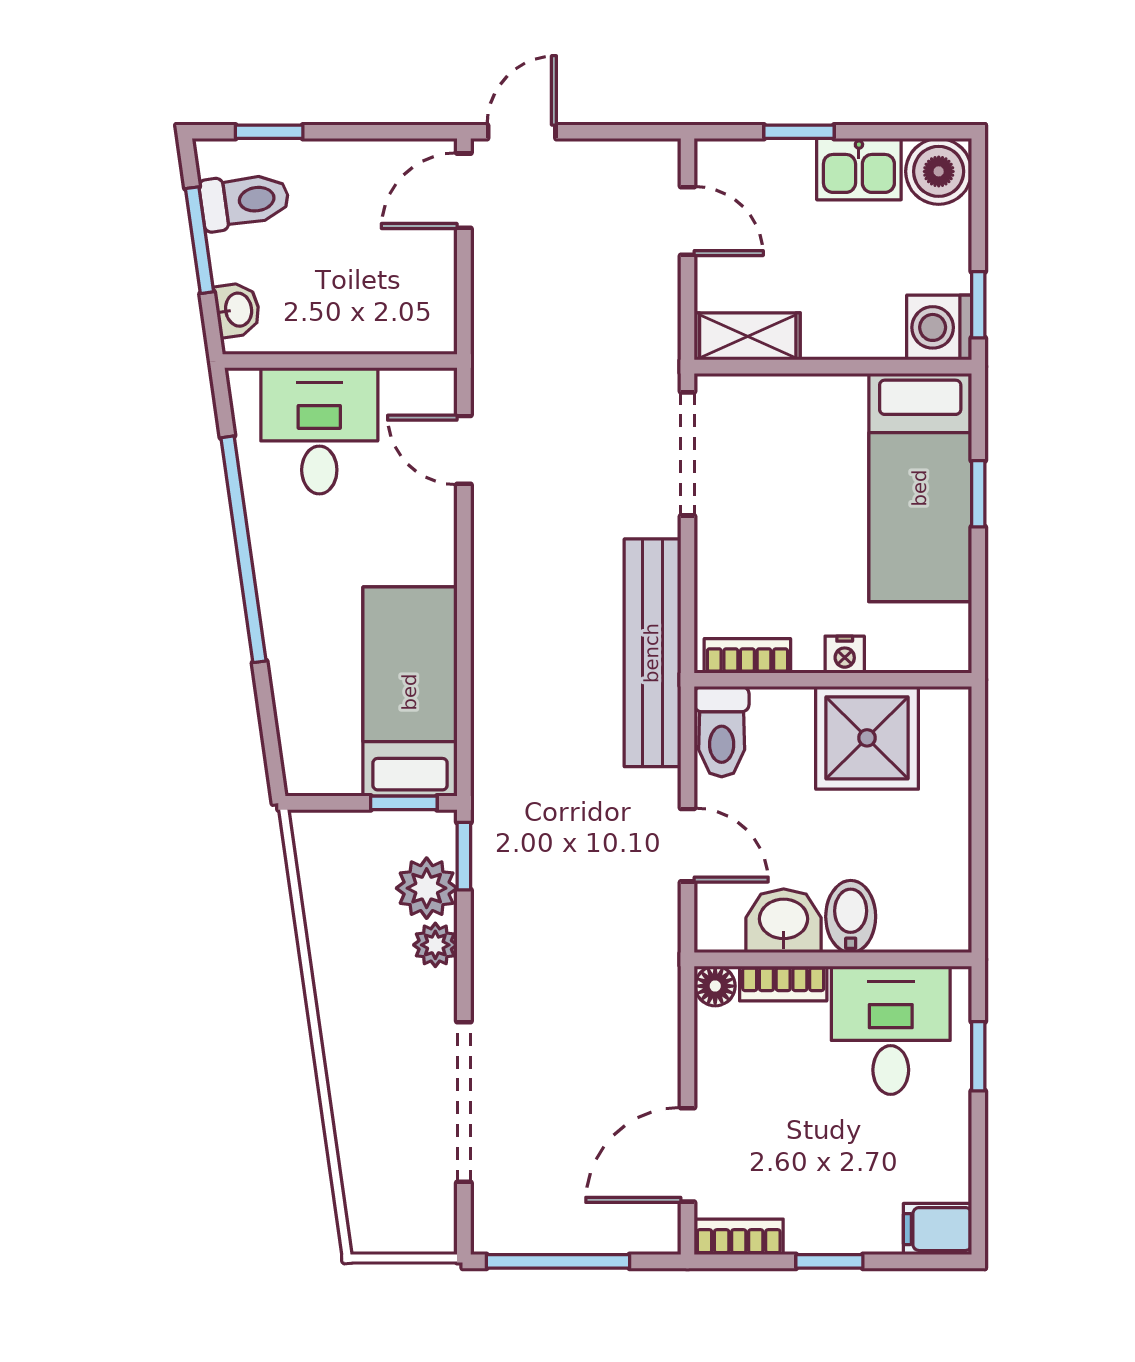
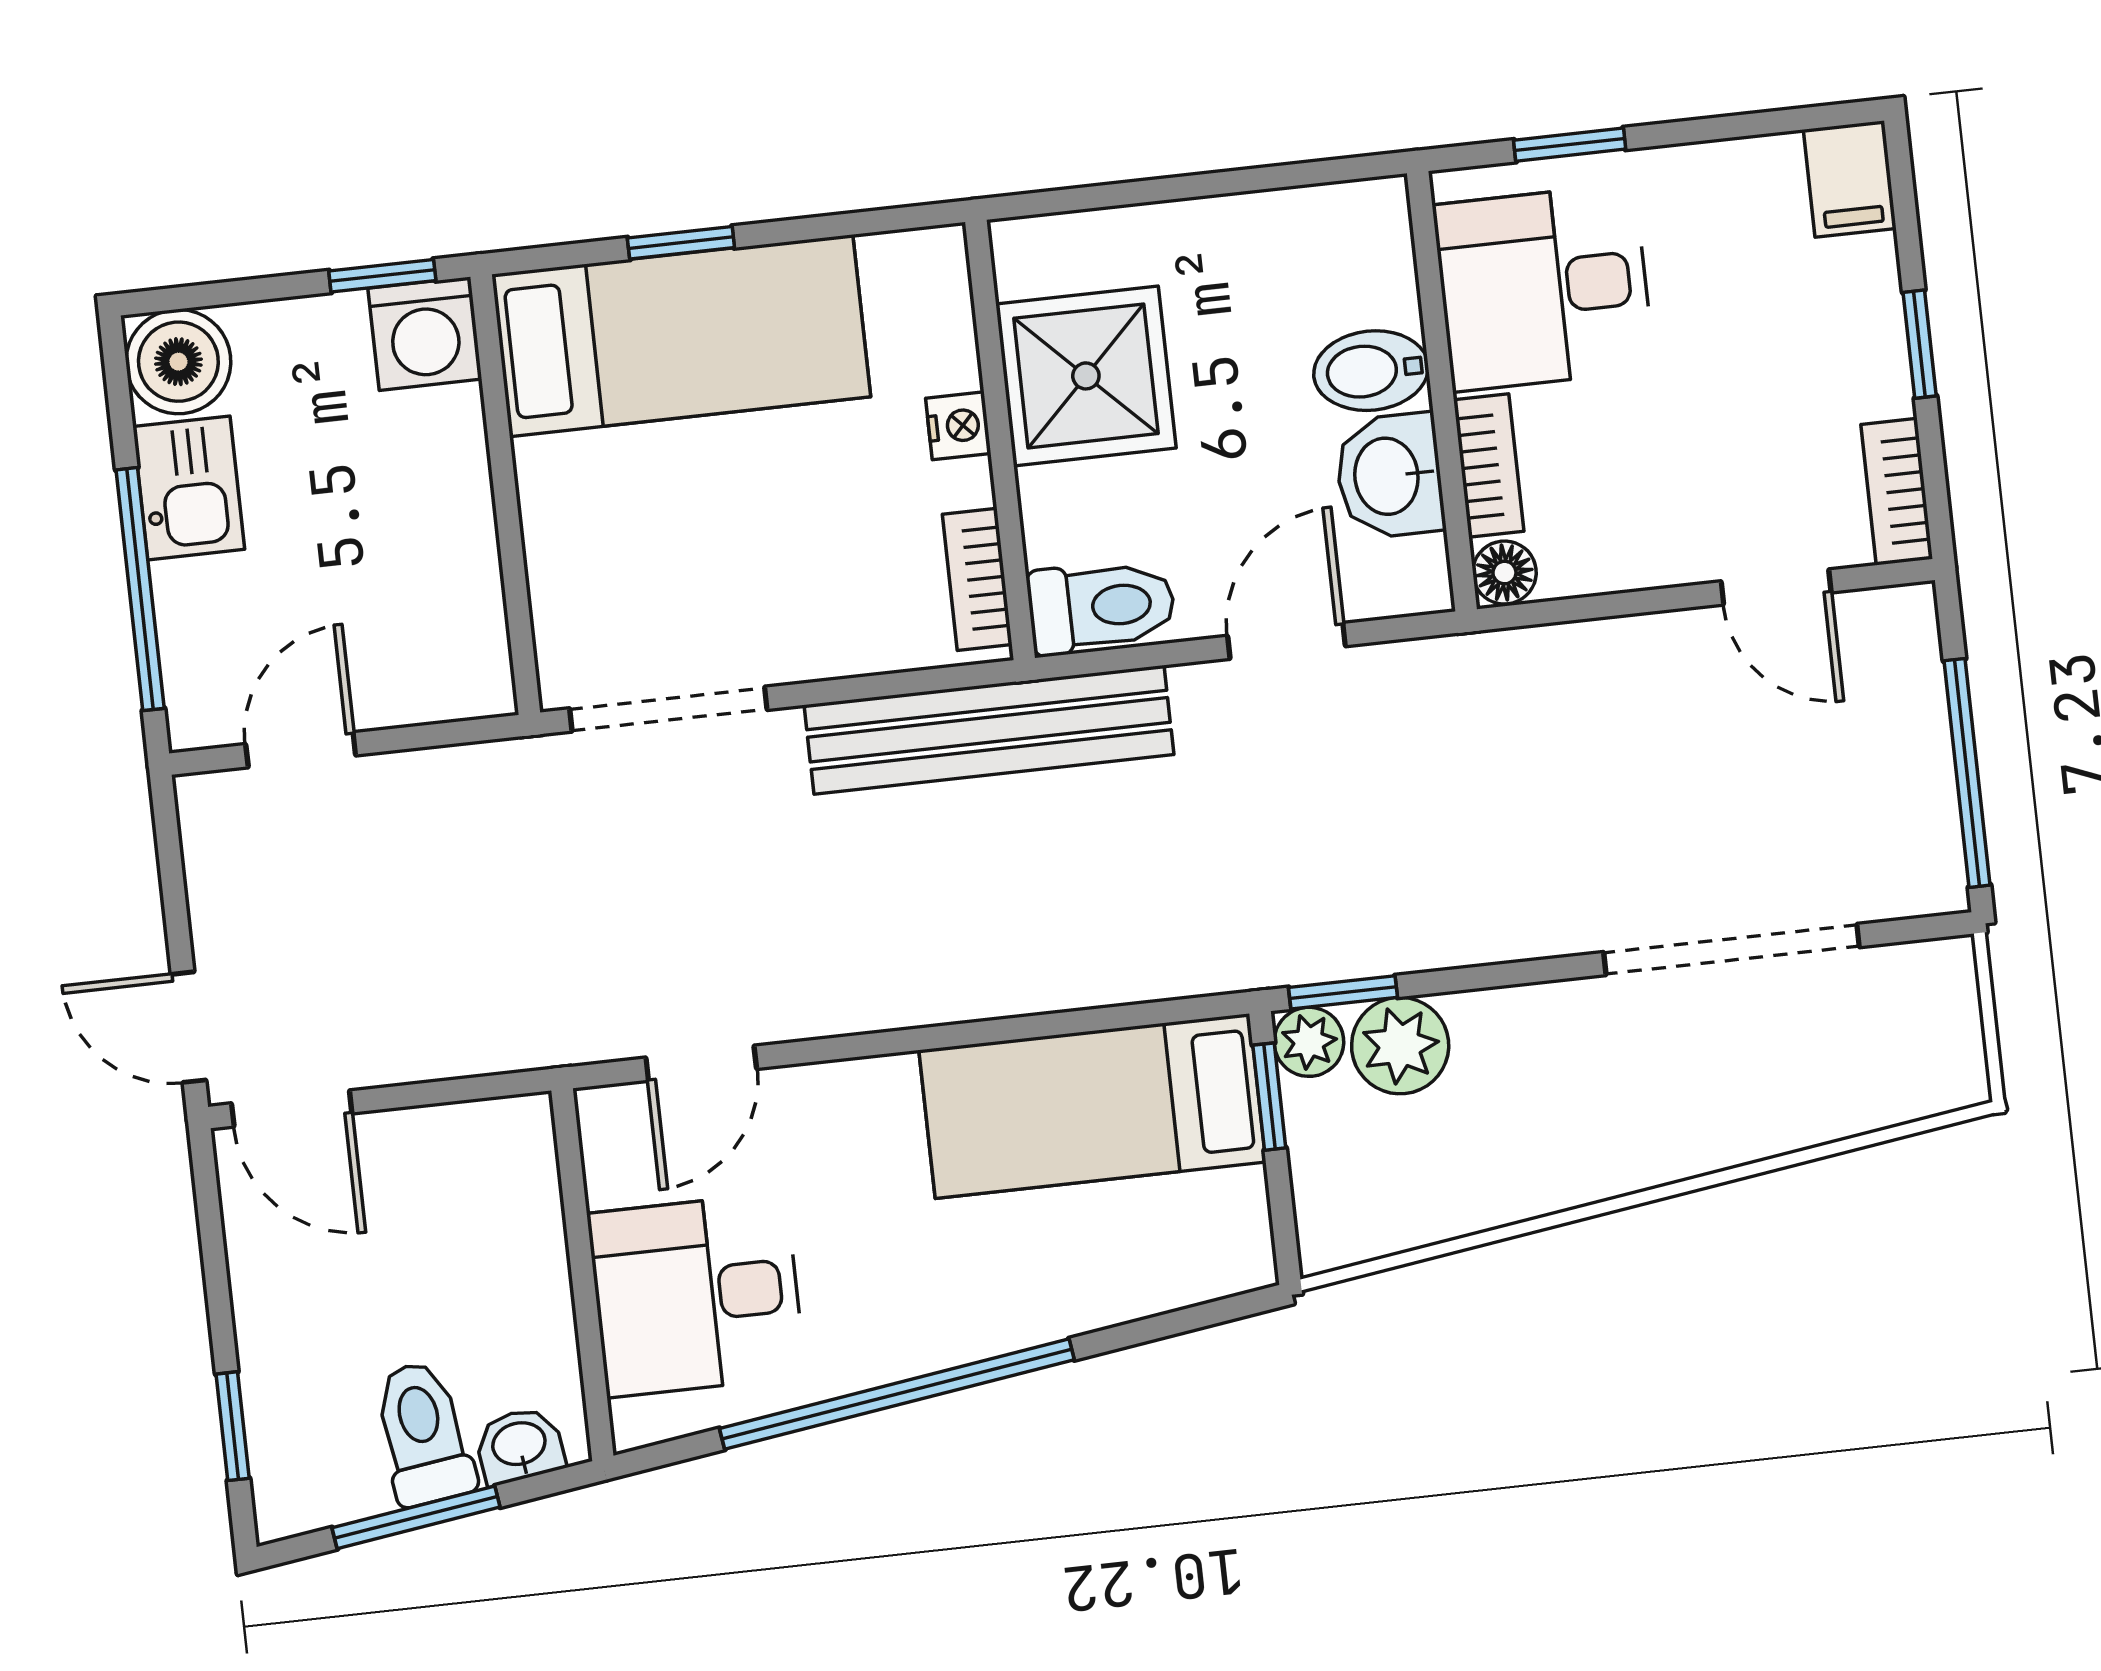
window: (799, 132) -> (140, 589), width x2.17
toilet: (245, 201) -> (423, 1433), moved
shelving: (748, 336) -> (472, 634), removed
plant: (435, 945) -> (1309, 1042), moved
door: (687, 1155) -> (1776, 587), width x0.73

